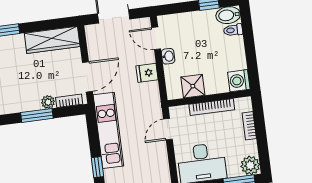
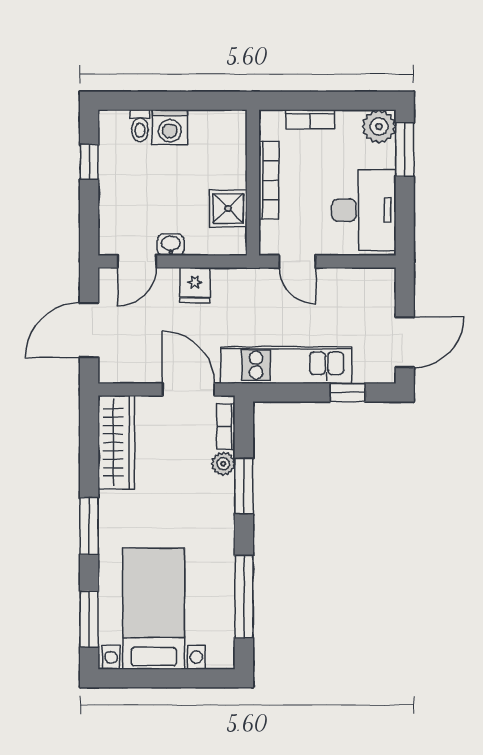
bidet: (228, 15) -> (113, 131), removed
washing machine: (239, 81) -> (170, 127), moved

